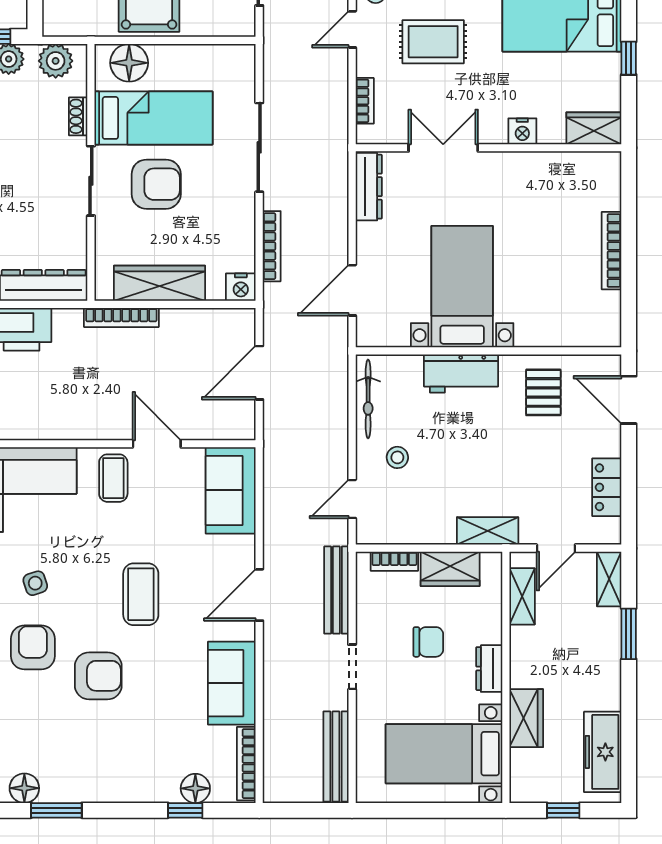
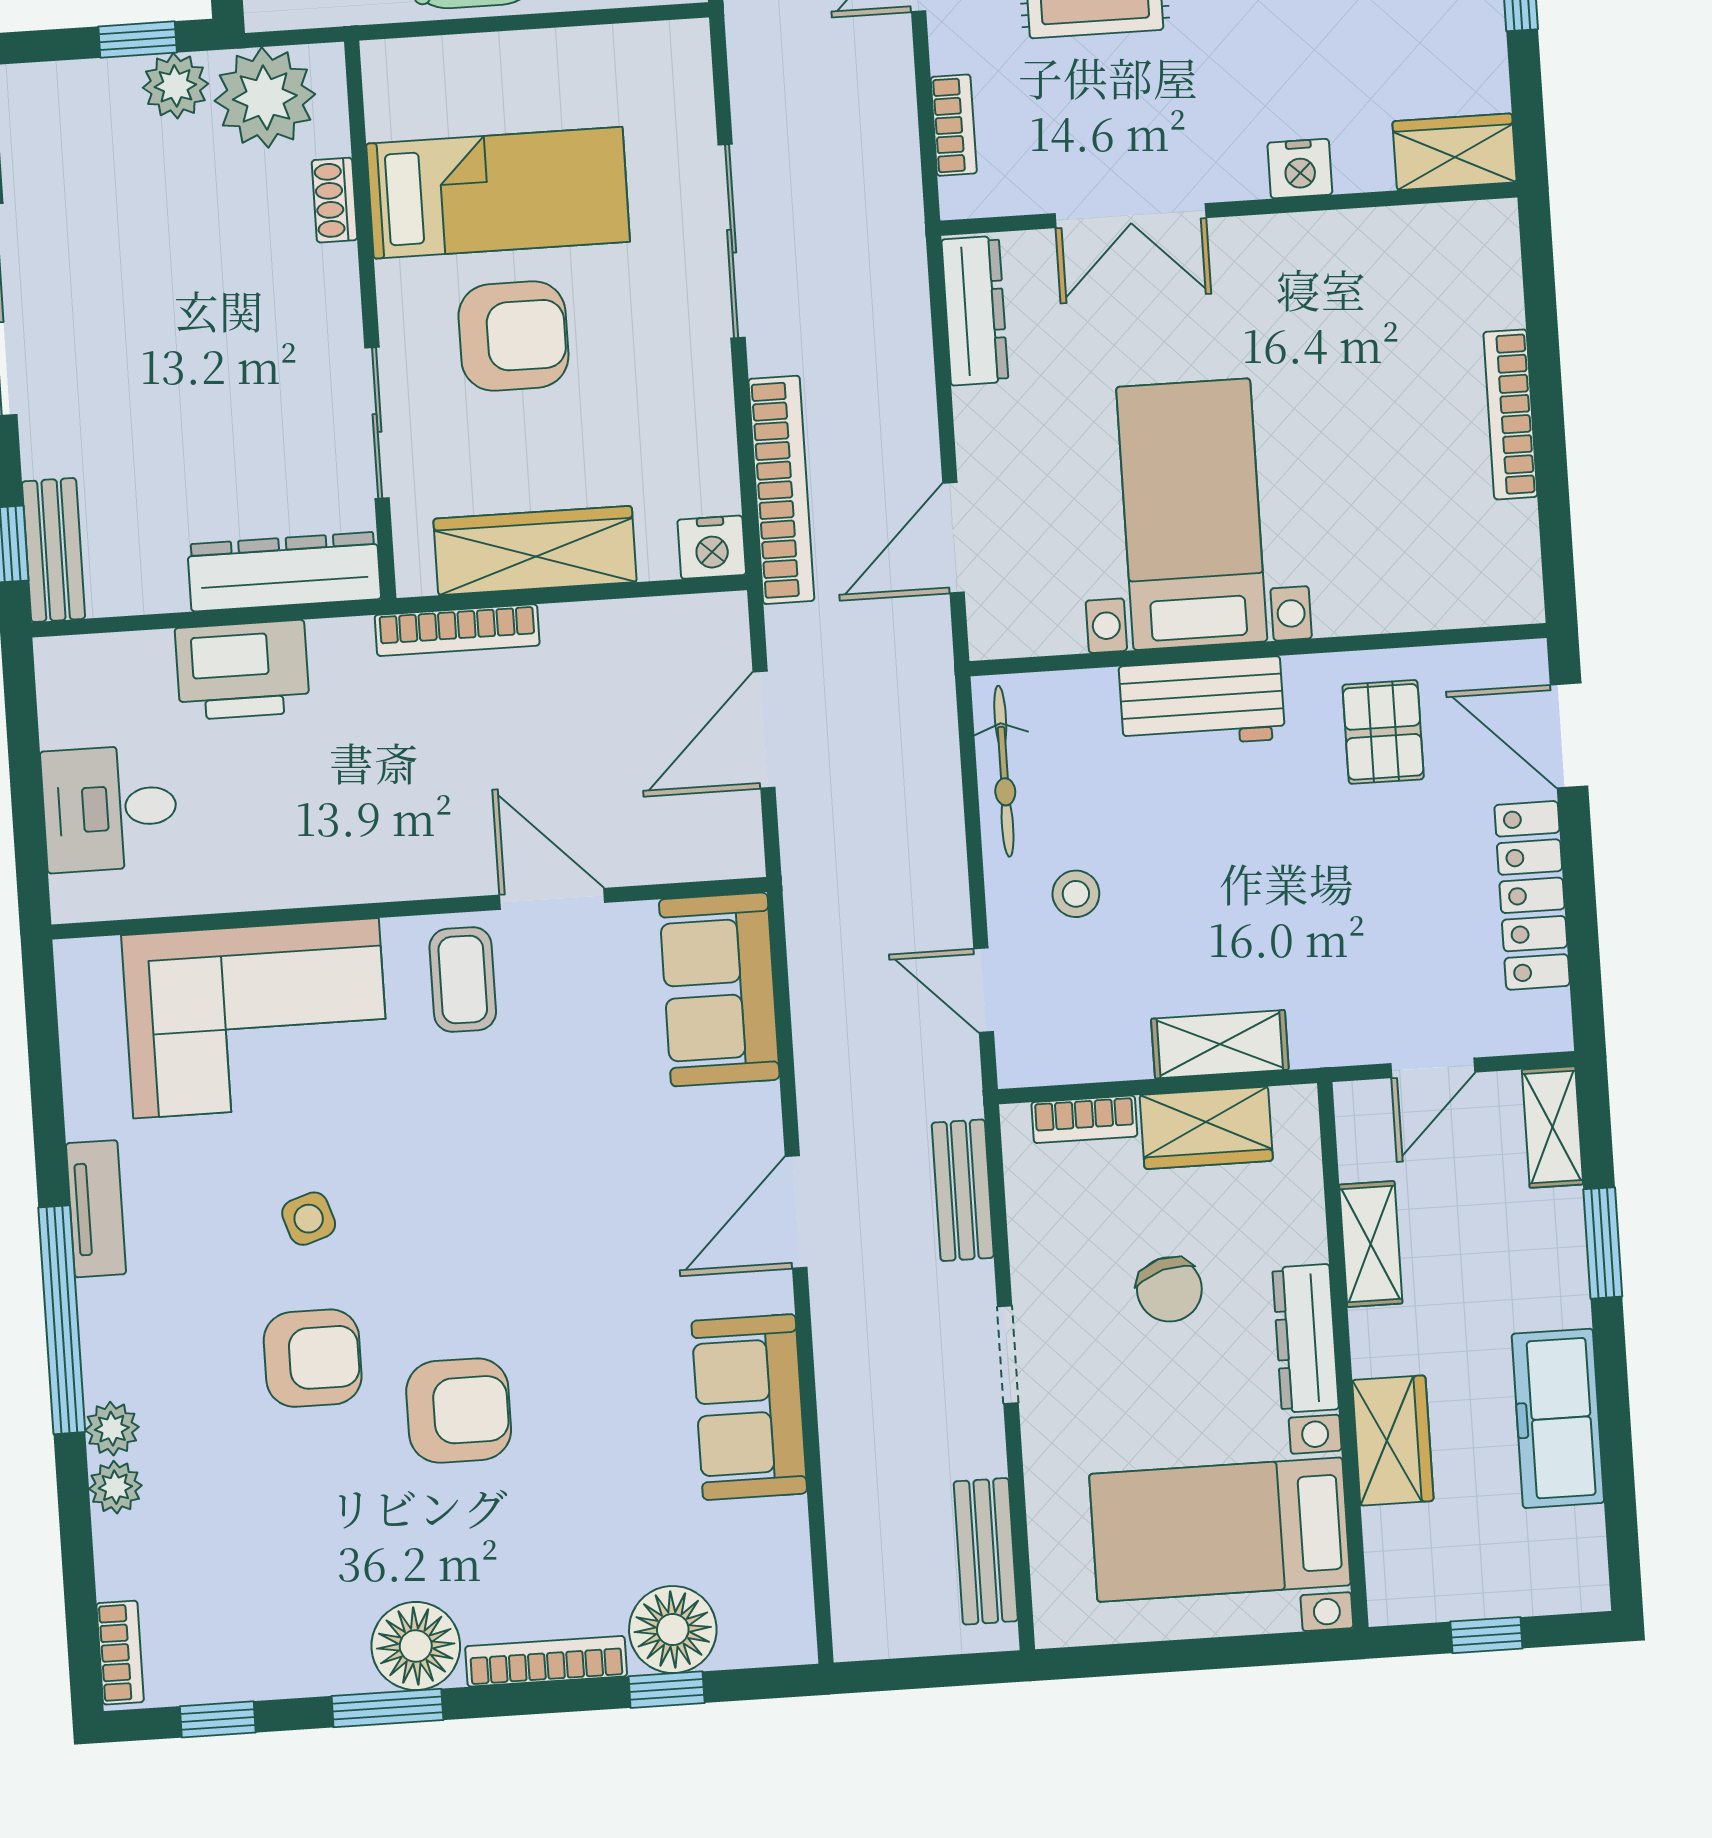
plant: (56, 61) -> (265, 98), width x1.36, depth x1.36
floor lamp: (129, 63) -> (437, 77), removed
double door: (443, 148) -> (1131, 216), swing flipped
sliding door: (91, 181) -> (377, 423), moved
bookcase: (272, 246) -> (781, 490), width x1.48, depth x1.31
locker: (607, 487) -> (1532, 895), width x1.53
door: (352, 499) -> (984, 990), hinge flipped
shelving: (488, 531) -> (1220, 1044), moved
bench: (336, 590) -> (963, 1190), width x0.73
coffee table: (141, 594) -> (539, 1227), removed
shelving: (522, 596) -> (1371, 1244), moved
chair: (428, 642) -> (1169, 1289), turned 74
armchair: (33, 647) -> (313, 1358), turned 90
dresser: (489, 669) -> (1306, 1338), width x1.44
freezer: (603, 752) -> (1558, 1418), moved
bench: (336, 757) -> (986, 1551), width x0.73
bookcase: (246, 764) -> (546, 1661), moved, turned 90
floor lamp: (24, 788) -> (416, 1646), moved, width x1.38, depth x1.38
floor lamp: (195, 788) -> (673, 1630), width x1.38, depth x1.38

